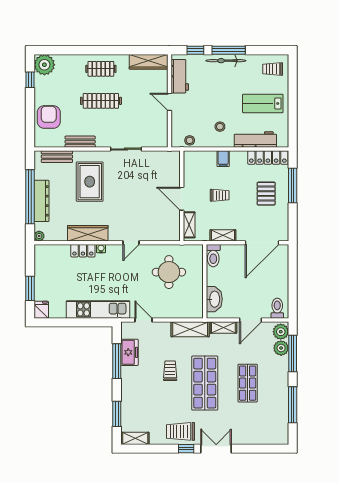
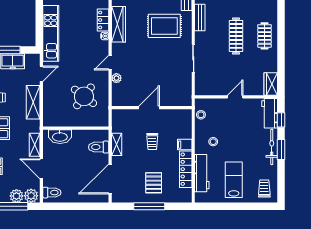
window: (229, 50) -> (281, 149), width x0.69
wardrobe: (149, 62) -> (271, 84), width x0.67
workbench: (180, 76) -> (270, 113), moved, turned 90
locker: (268, 157) -> (186, 169), moved
window: (293, 186) -> (149, 206), moved
pallet: (266, 194) -> (154, 183), turned 90
shelving: (189, 225) -> (126, 114), removed
plant: (148, 235) -> (116, 78), added
door: (131, 243) -> (110, 63), hinge flipped
door: (262, 243) -> (110, 179), hinge flipped
toilet: (213, 256) -> (99, 147), moved
round table: (169, 272) -> (84, 96), turned 37
shelving: (190, 329) -> (33, 102), moved

